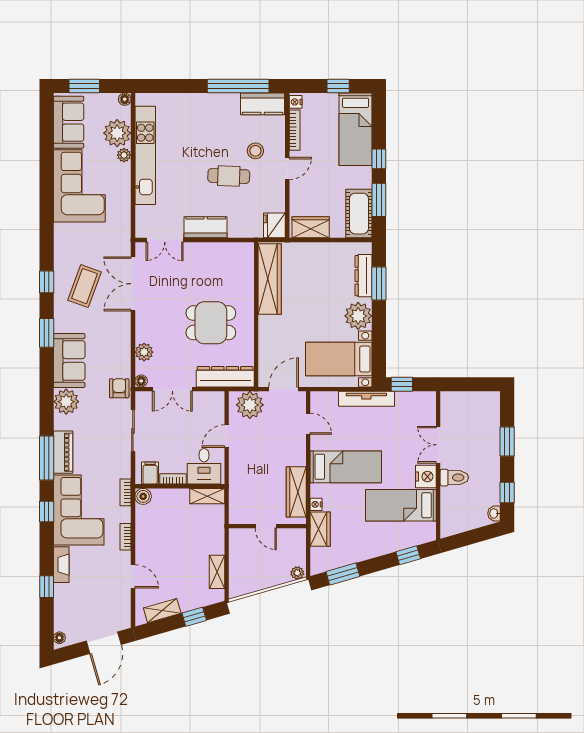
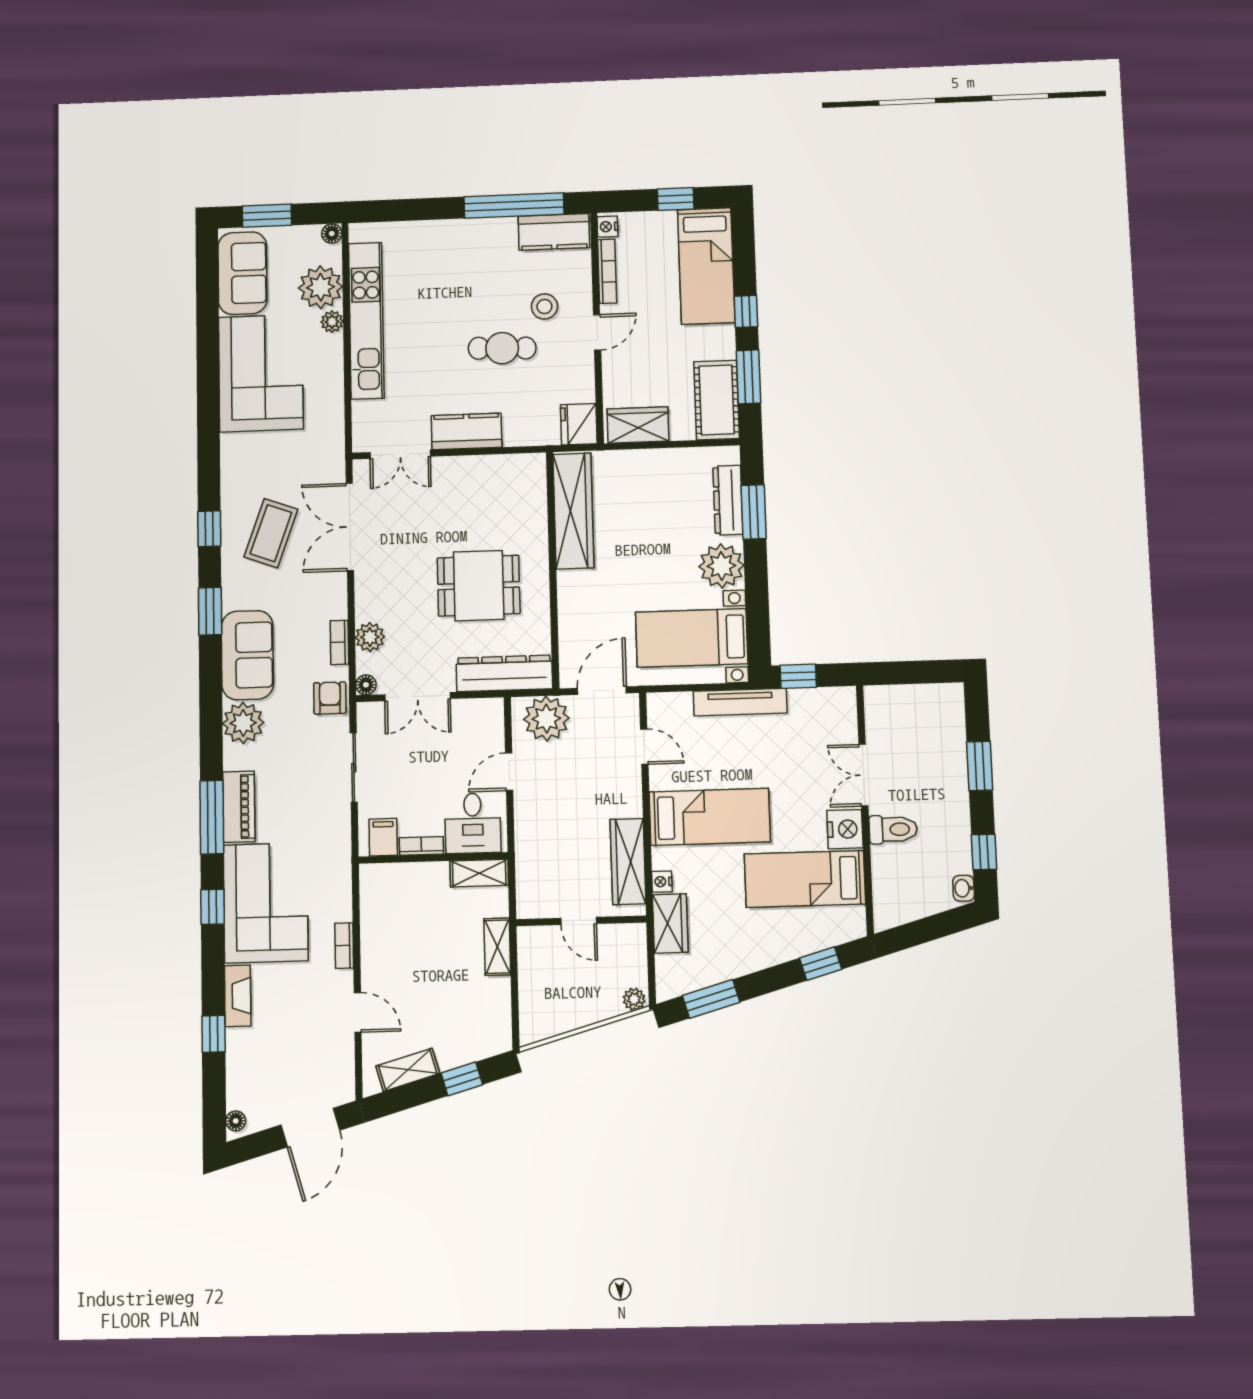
bookcase: (125, 492) -> (339, 642), moved
boiler: (143, 496) -> (372, 877), removed
shelving: (217, 572) -> (497, 947), moved

